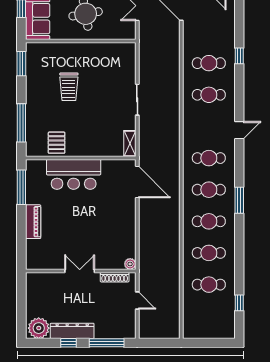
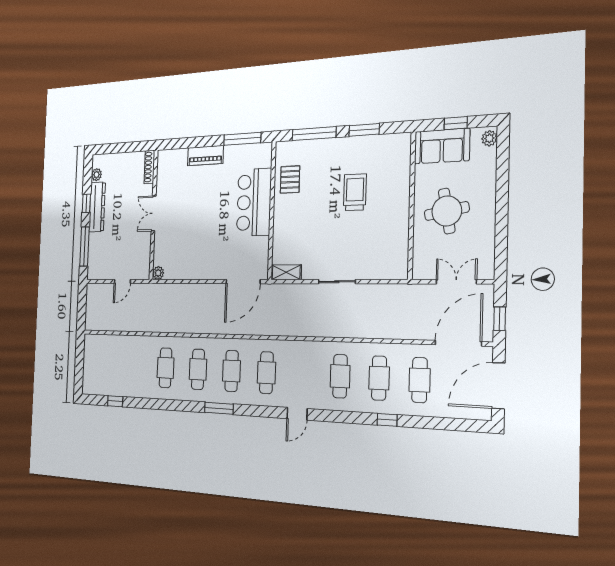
window: (21, 64) -> (364, 130), moved
trolley: (69, 87) -> (355, 192), turned 90
door: (239, 130) -> (297, 414), hinge flipped
pallet: (57, 143) -> (290, 179), turned 90
double door: (80, 271) -> (154, 213), swing flipped
shoe rack: (115, 277) -> (149, 167), moved
cafe table: (209, 285) -> (420, 380), moved
plant: (39, 328) -> (96, 175), width x0.53, depth x0.53

